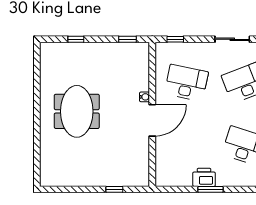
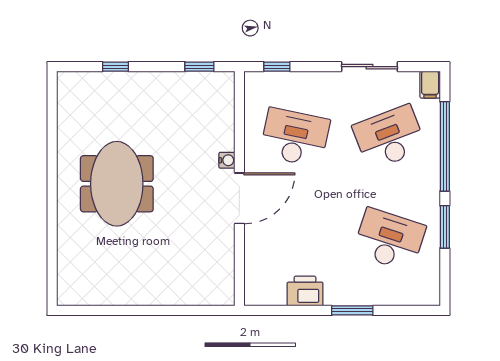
printer: (204, 177) -> (305, 291), moved
window: (114, 189) -> (178, 310), removed
window: (210, 189) -> (352, 310), moved

